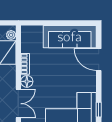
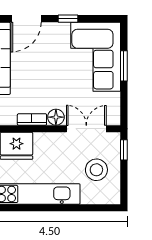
window: (99, 110) -> (68, 19), moved

